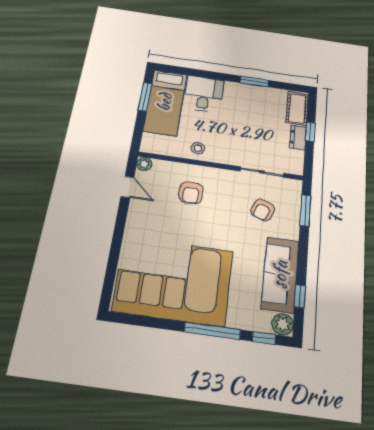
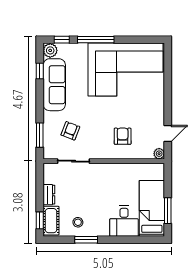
window: (310, 132) -> (40, 220), moved
stool: (198, 148) -> (78, 222), moved
door: (127, 187) -> (168, 134), swing flipped

